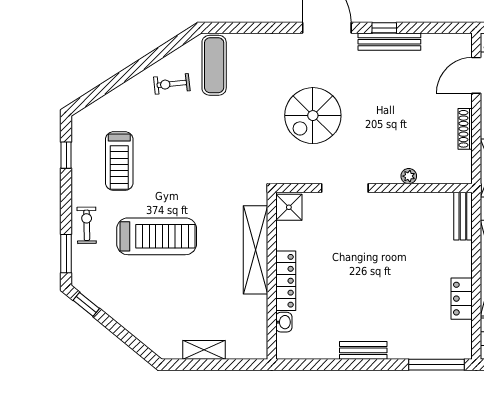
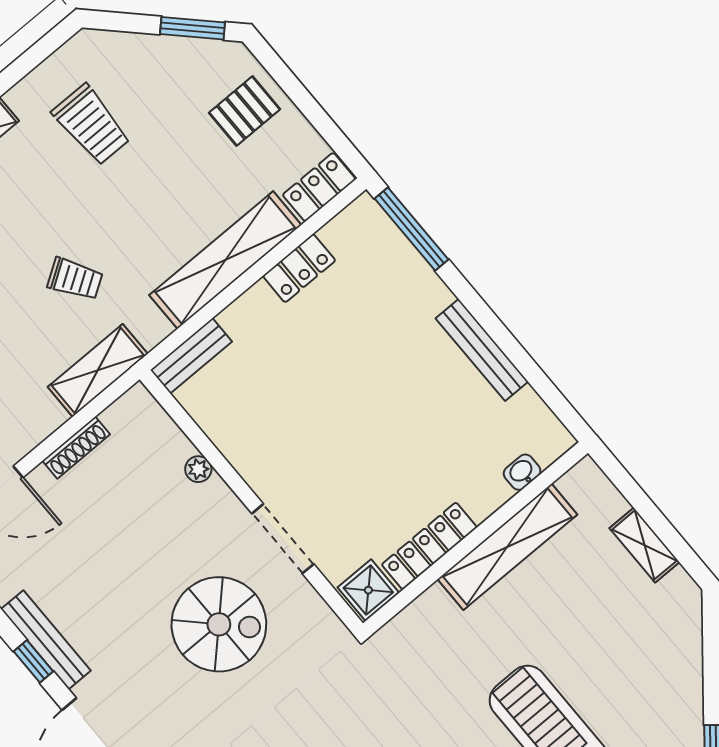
spiral stairs: (313, 116) -> (219, 624), moved
shelving: (255, 250) -> (507, 547), moved
locker: (286, 281) -> (429, 546), moved
bench: (363, 350) -> (482, 350), width x1.36

